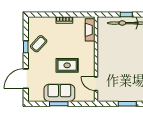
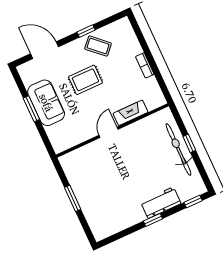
fireplace: (90, 30) -> (131, 113), moved
rug: (67, 65) -> (85, 80), moved, turned 90
door: (96, 84) -> (109, 132), moved

